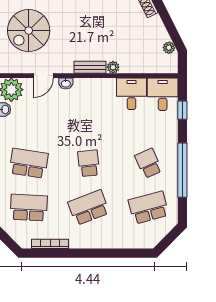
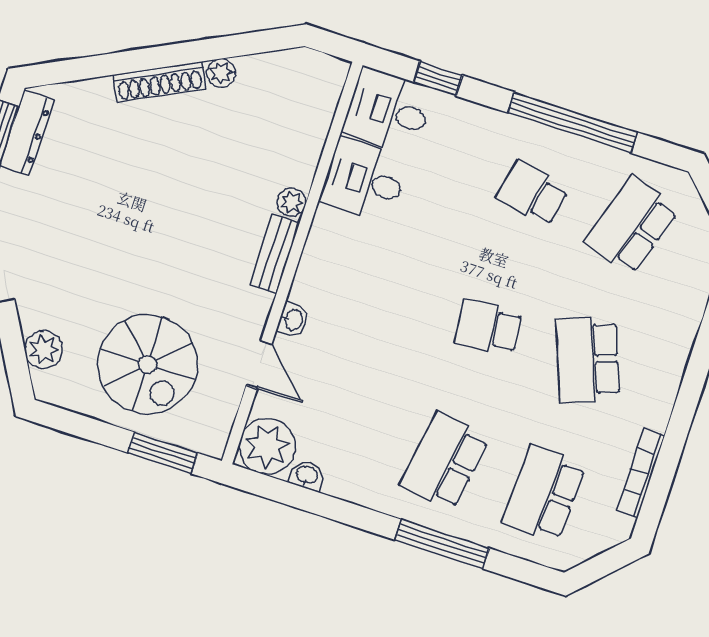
plant: (169, 48) -> (221, 73), moved
school desk: (148, 163) -> (532, 193), turned 36
school desk: (148, 208) -> (632, 226), turned 33

